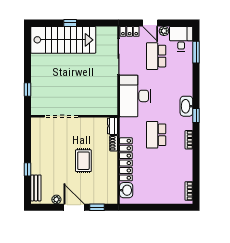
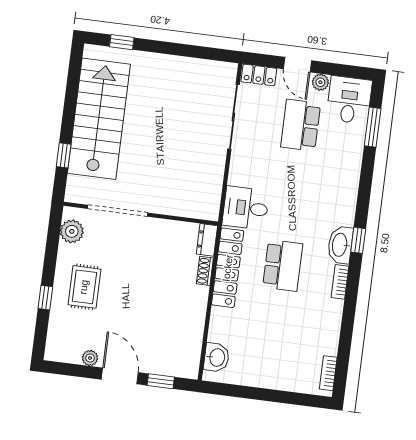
window: (70, 23) -> (122, 42), moved
stairs: (63, 40) -> (99, 119), moved, turned -90
desk: (135, 96) -> (246, 208), width x0.53, depth x0.77
washbasin: (186, 106) -> (340, 245), moved
plant: (37, 131) -> (72, 231), added
school desk: (156, 135) -> (283, 265), turned 180
locker: (126, 159) -> (228, 268), moved
rug: (83, 161) -> (84, 287), moved
bench: (36, 188) -> (56, 333), removed

